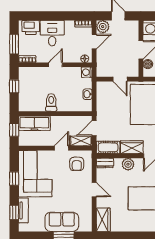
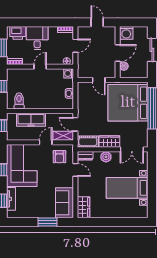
plant: (103, 27) -> (83, 32), removed
toilet: (51, 102) -> (19, 101), moved
freezer: (34, 123) -> (31, 120), moved
door: (94, 128) -> (75, 124), hinge flipped
door: (94, 190) -> (75, 170), moved
sofa: (62, 222) -> (64, 203), moved, turned -90

